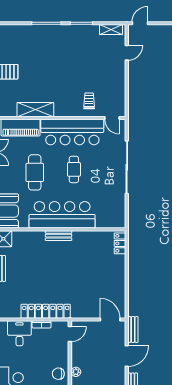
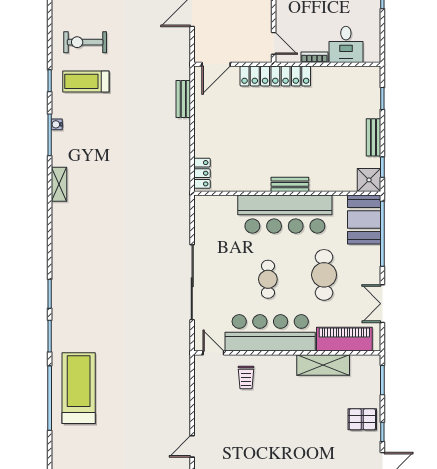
locker: (46, 311) -> (275, 76), moved
door: (110, 319) -> (216, 64), hinge flipped
bench: (133, 330) -> (183, 99), moved
door: (70, 334) -> (274, 43), swing flipped

